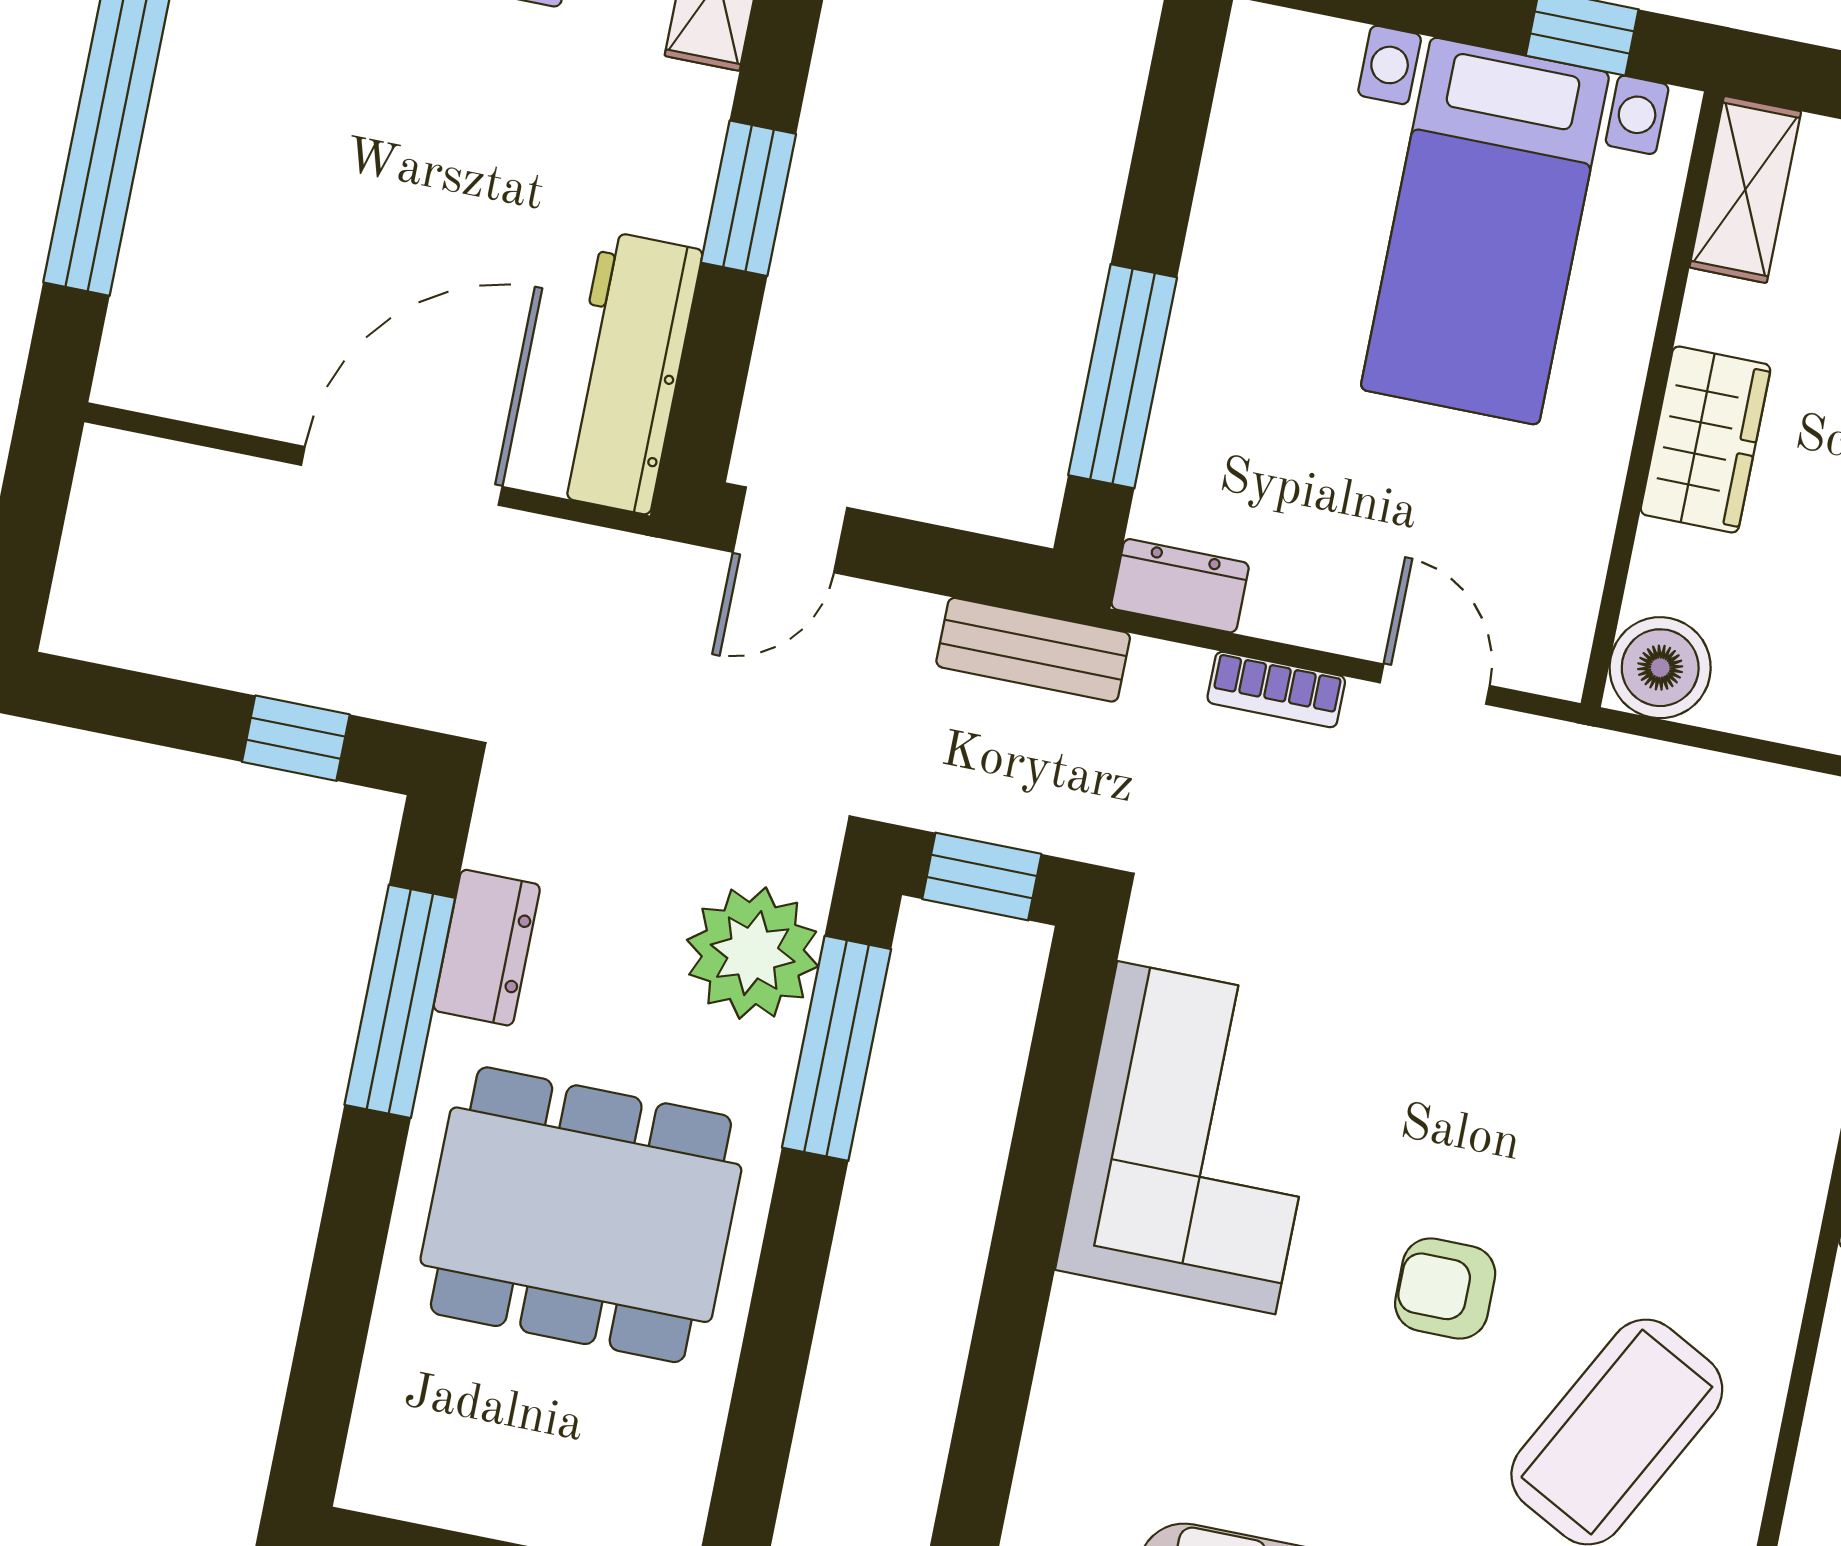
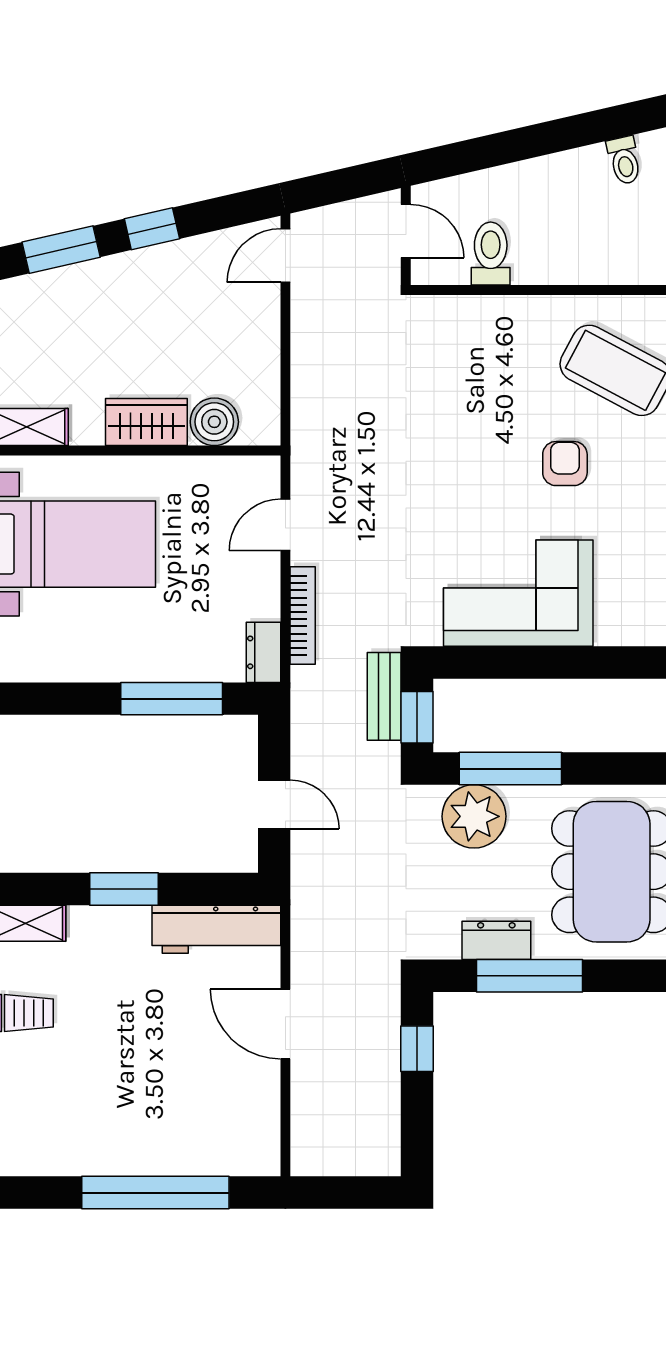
door: (402, 476) -> (285, 1024), width x0.73
door: (790, 530) -> (274, 804), moved
bench: (1033, 650) -> (384, 696), moved
boiler: (1660, 668) -> (214, 422), moved
bookcase: (1276, 690) -> (303, 616), width x1.56
armchair: (1445, 1289) -> (565, 464), turned 180

